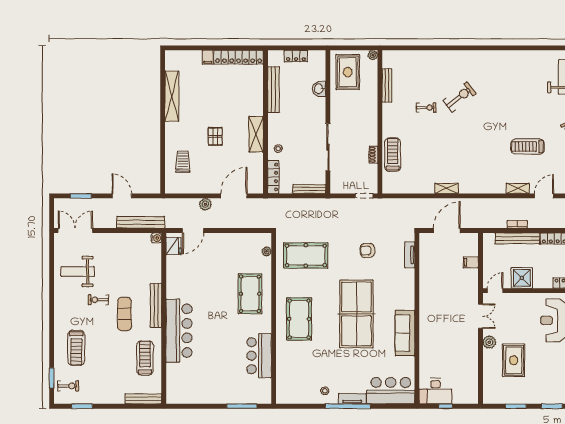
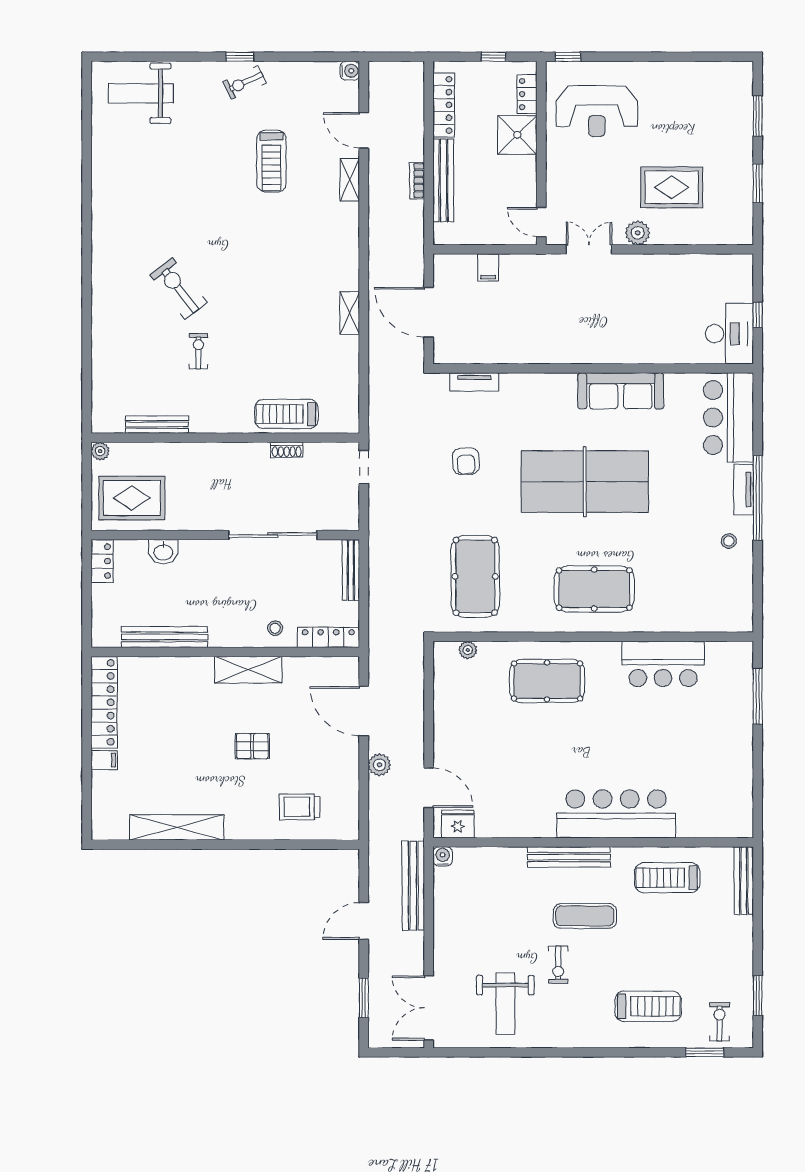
locker: (296, 56) -> (102, 561), moved
shower: (522, 278) -> (517, 135), moved

